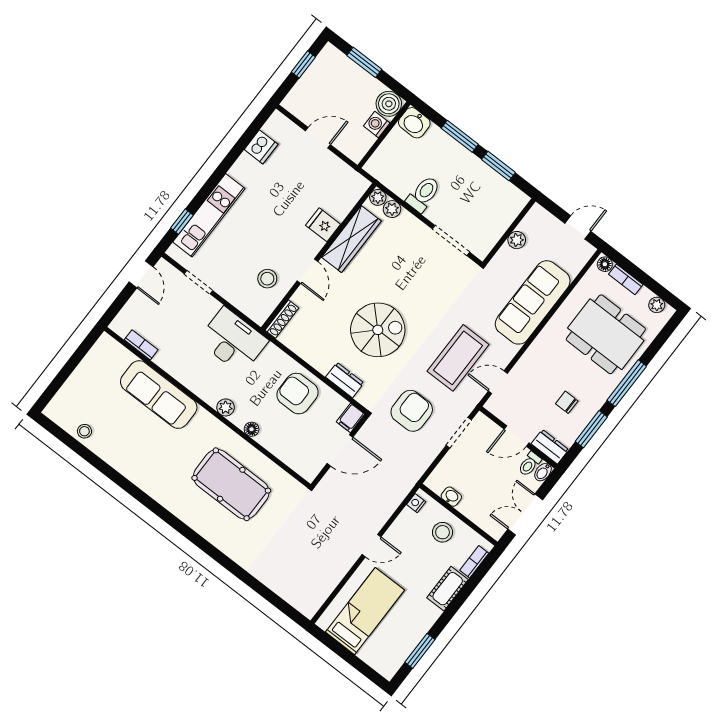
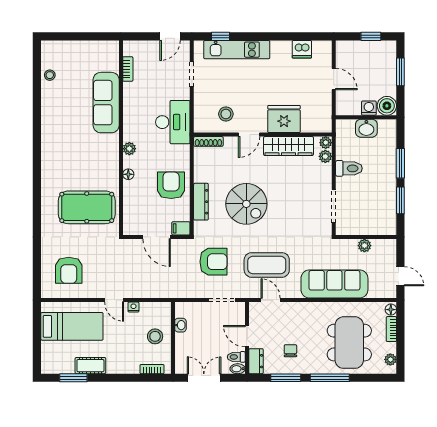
washbasin: (414, 123) -> (366, 128), moved, turned -90
fridge: (323, 225) -> (284, 119), width x1.88, depth x1.34
dresser: (345, 380) -> (201, 202), width x1.44
pool table: (231, 484) -> (87, 207), moved, turned 90
nightstand: (416, 503) -> (133, 307), moved
armchair: (304, 569) -> (69, 270), added
cot: (448, 589) -> (90, 366), moved

